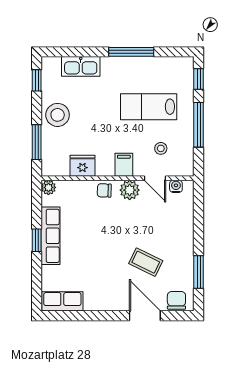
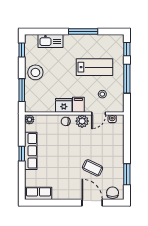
lab bench: (149, 107) -> (94, 67), turned 180
fridge: (82, 166) -> (64, 105), moved
door: (155, 178) -> (99, 114), hinge flipped

